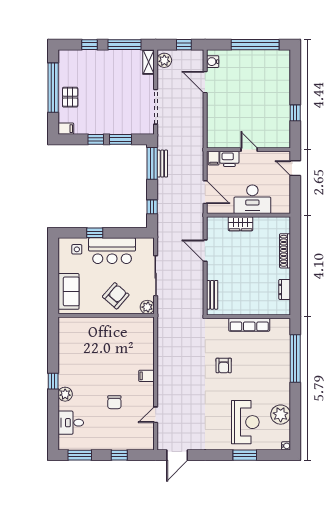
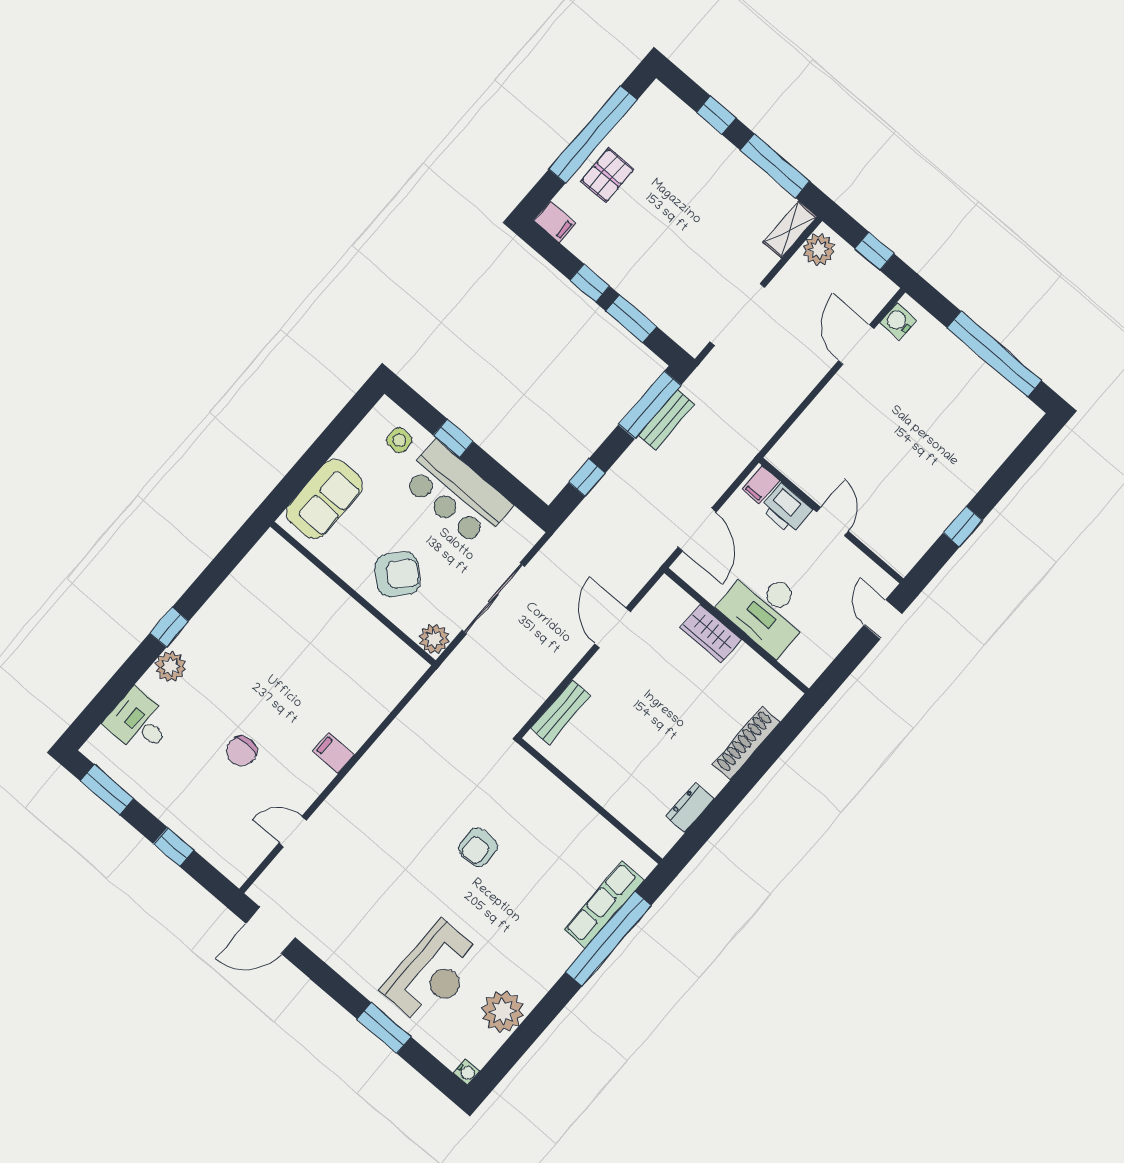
row of seats: (249, 325) -> (604, 905), moved, turned 90

